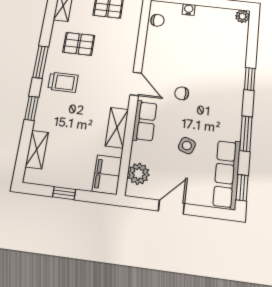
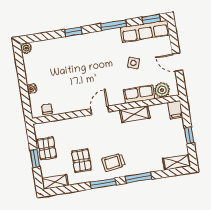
trolley: (63, 82) -> (113, 162), turned -97
chair: (182, 93) -> (98, 76), removed
window: (32, 108) -> (139, 178), width x1.50
row of seats: (144, 121) -> (139, 94), moved
shelving: (37, 150) -> (177, 162), moved
filing cabinet: (107, 175) -> (175, 110), width x0.50

